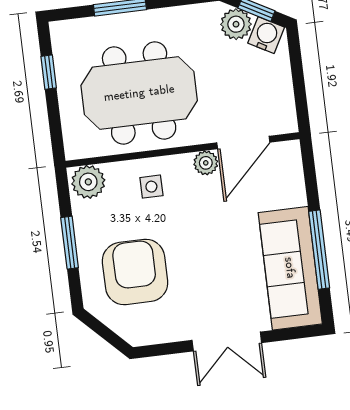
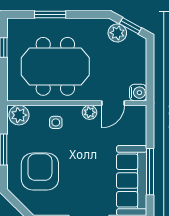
water cooler: (266, 35) -> (138, 93), moved, turned 61
door: (243, 143) -> (113, 103), width x0.73

